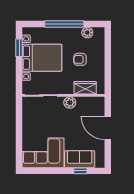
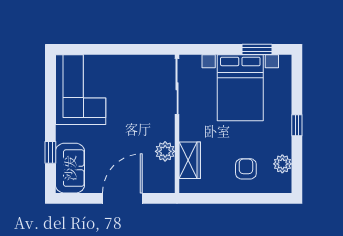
window: (64, 24) -> (297, 125), width x0.32
armchair: (80, 59) -> (246, 169), moved
plant: (70, 103) -> (165, 151), moved
sofa: (80, 159) -> (70, 168), moved

